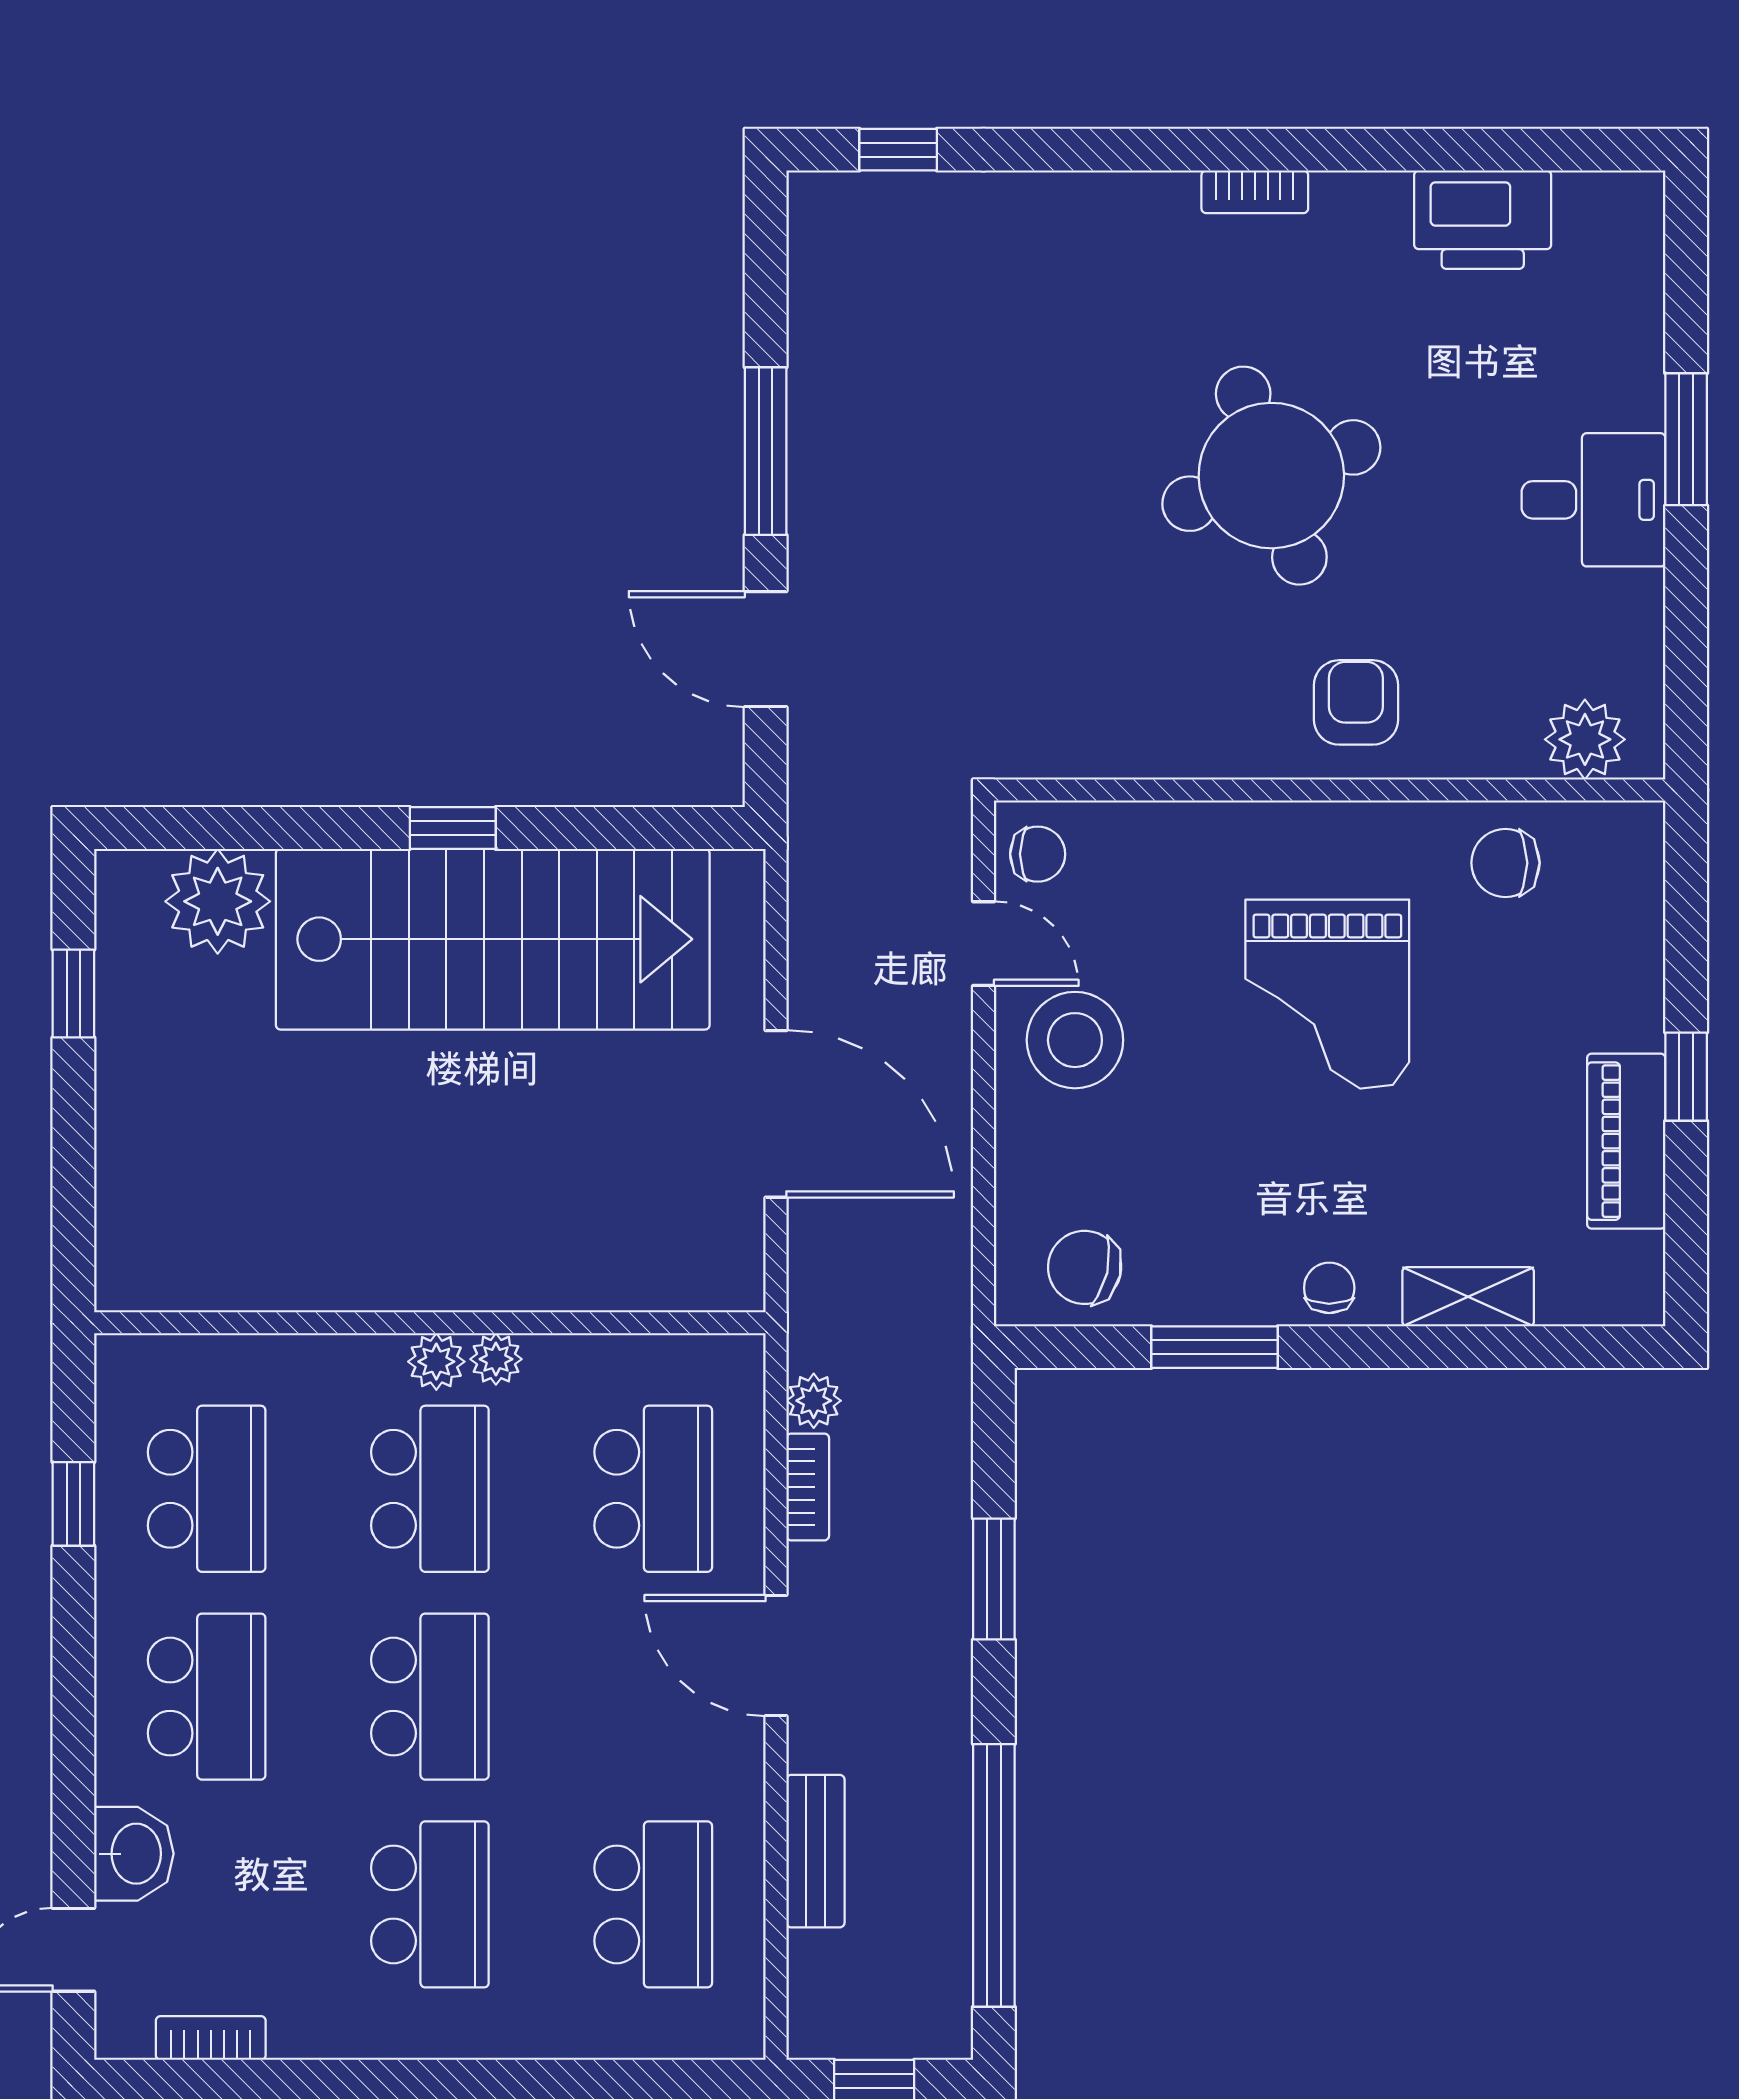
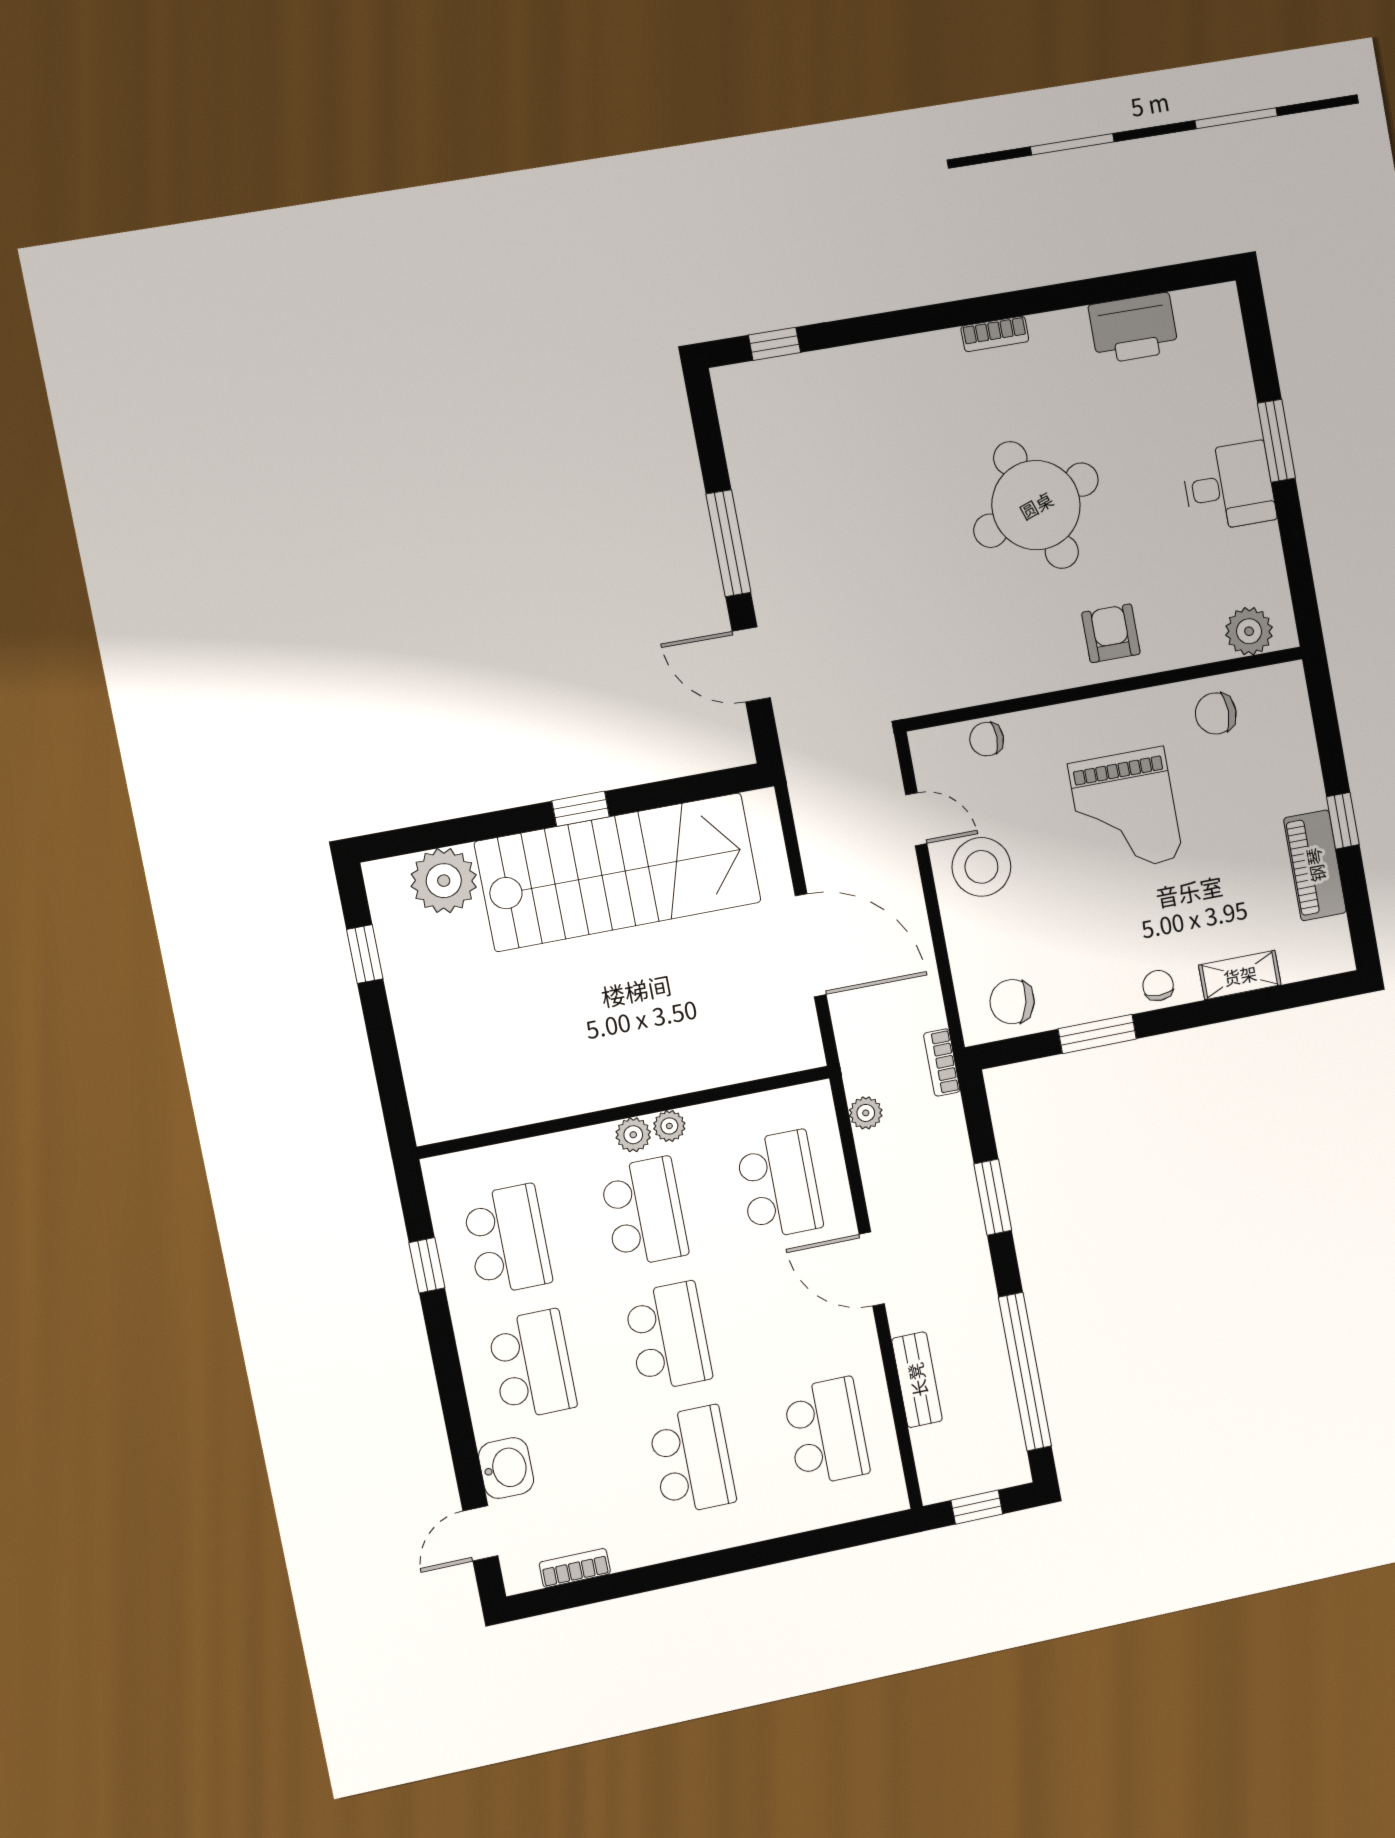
chair: (1038, 854) -> (987, 739), moved, turned 180
bookcase: (808, 1487) -> (942, 1062), moved, turned 180

